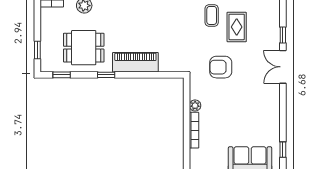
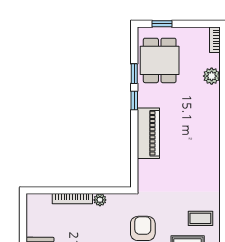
dining table: (84, 48) -> (160, 60), moved
window: (62, 75) -> (134, 74), moved

